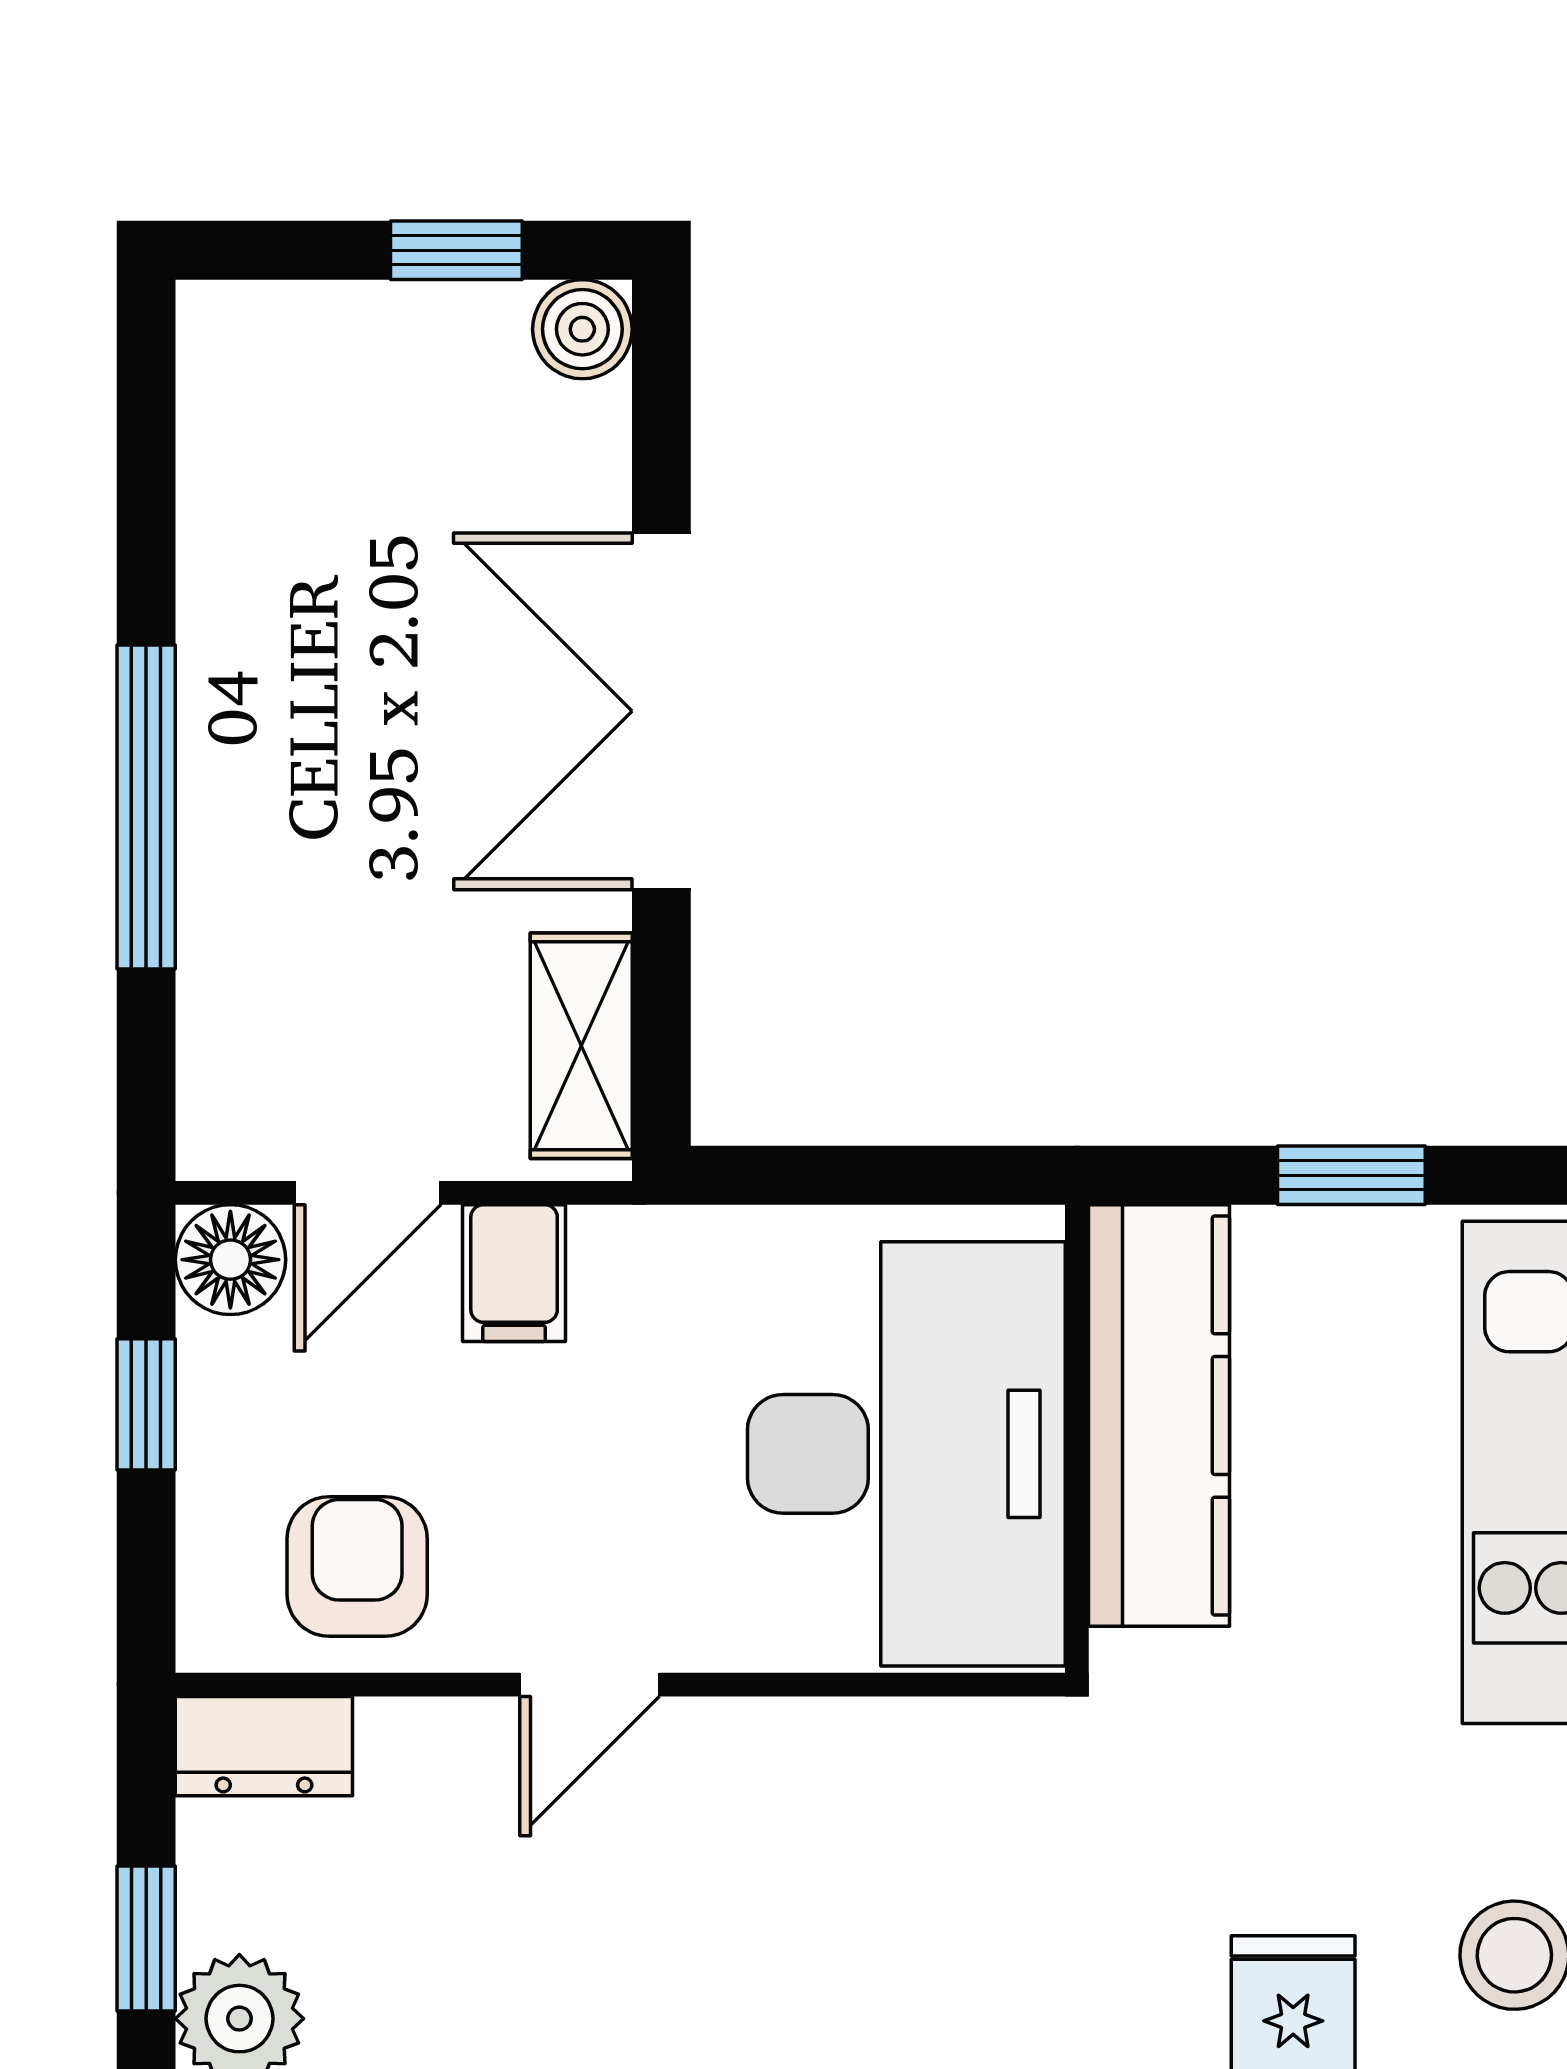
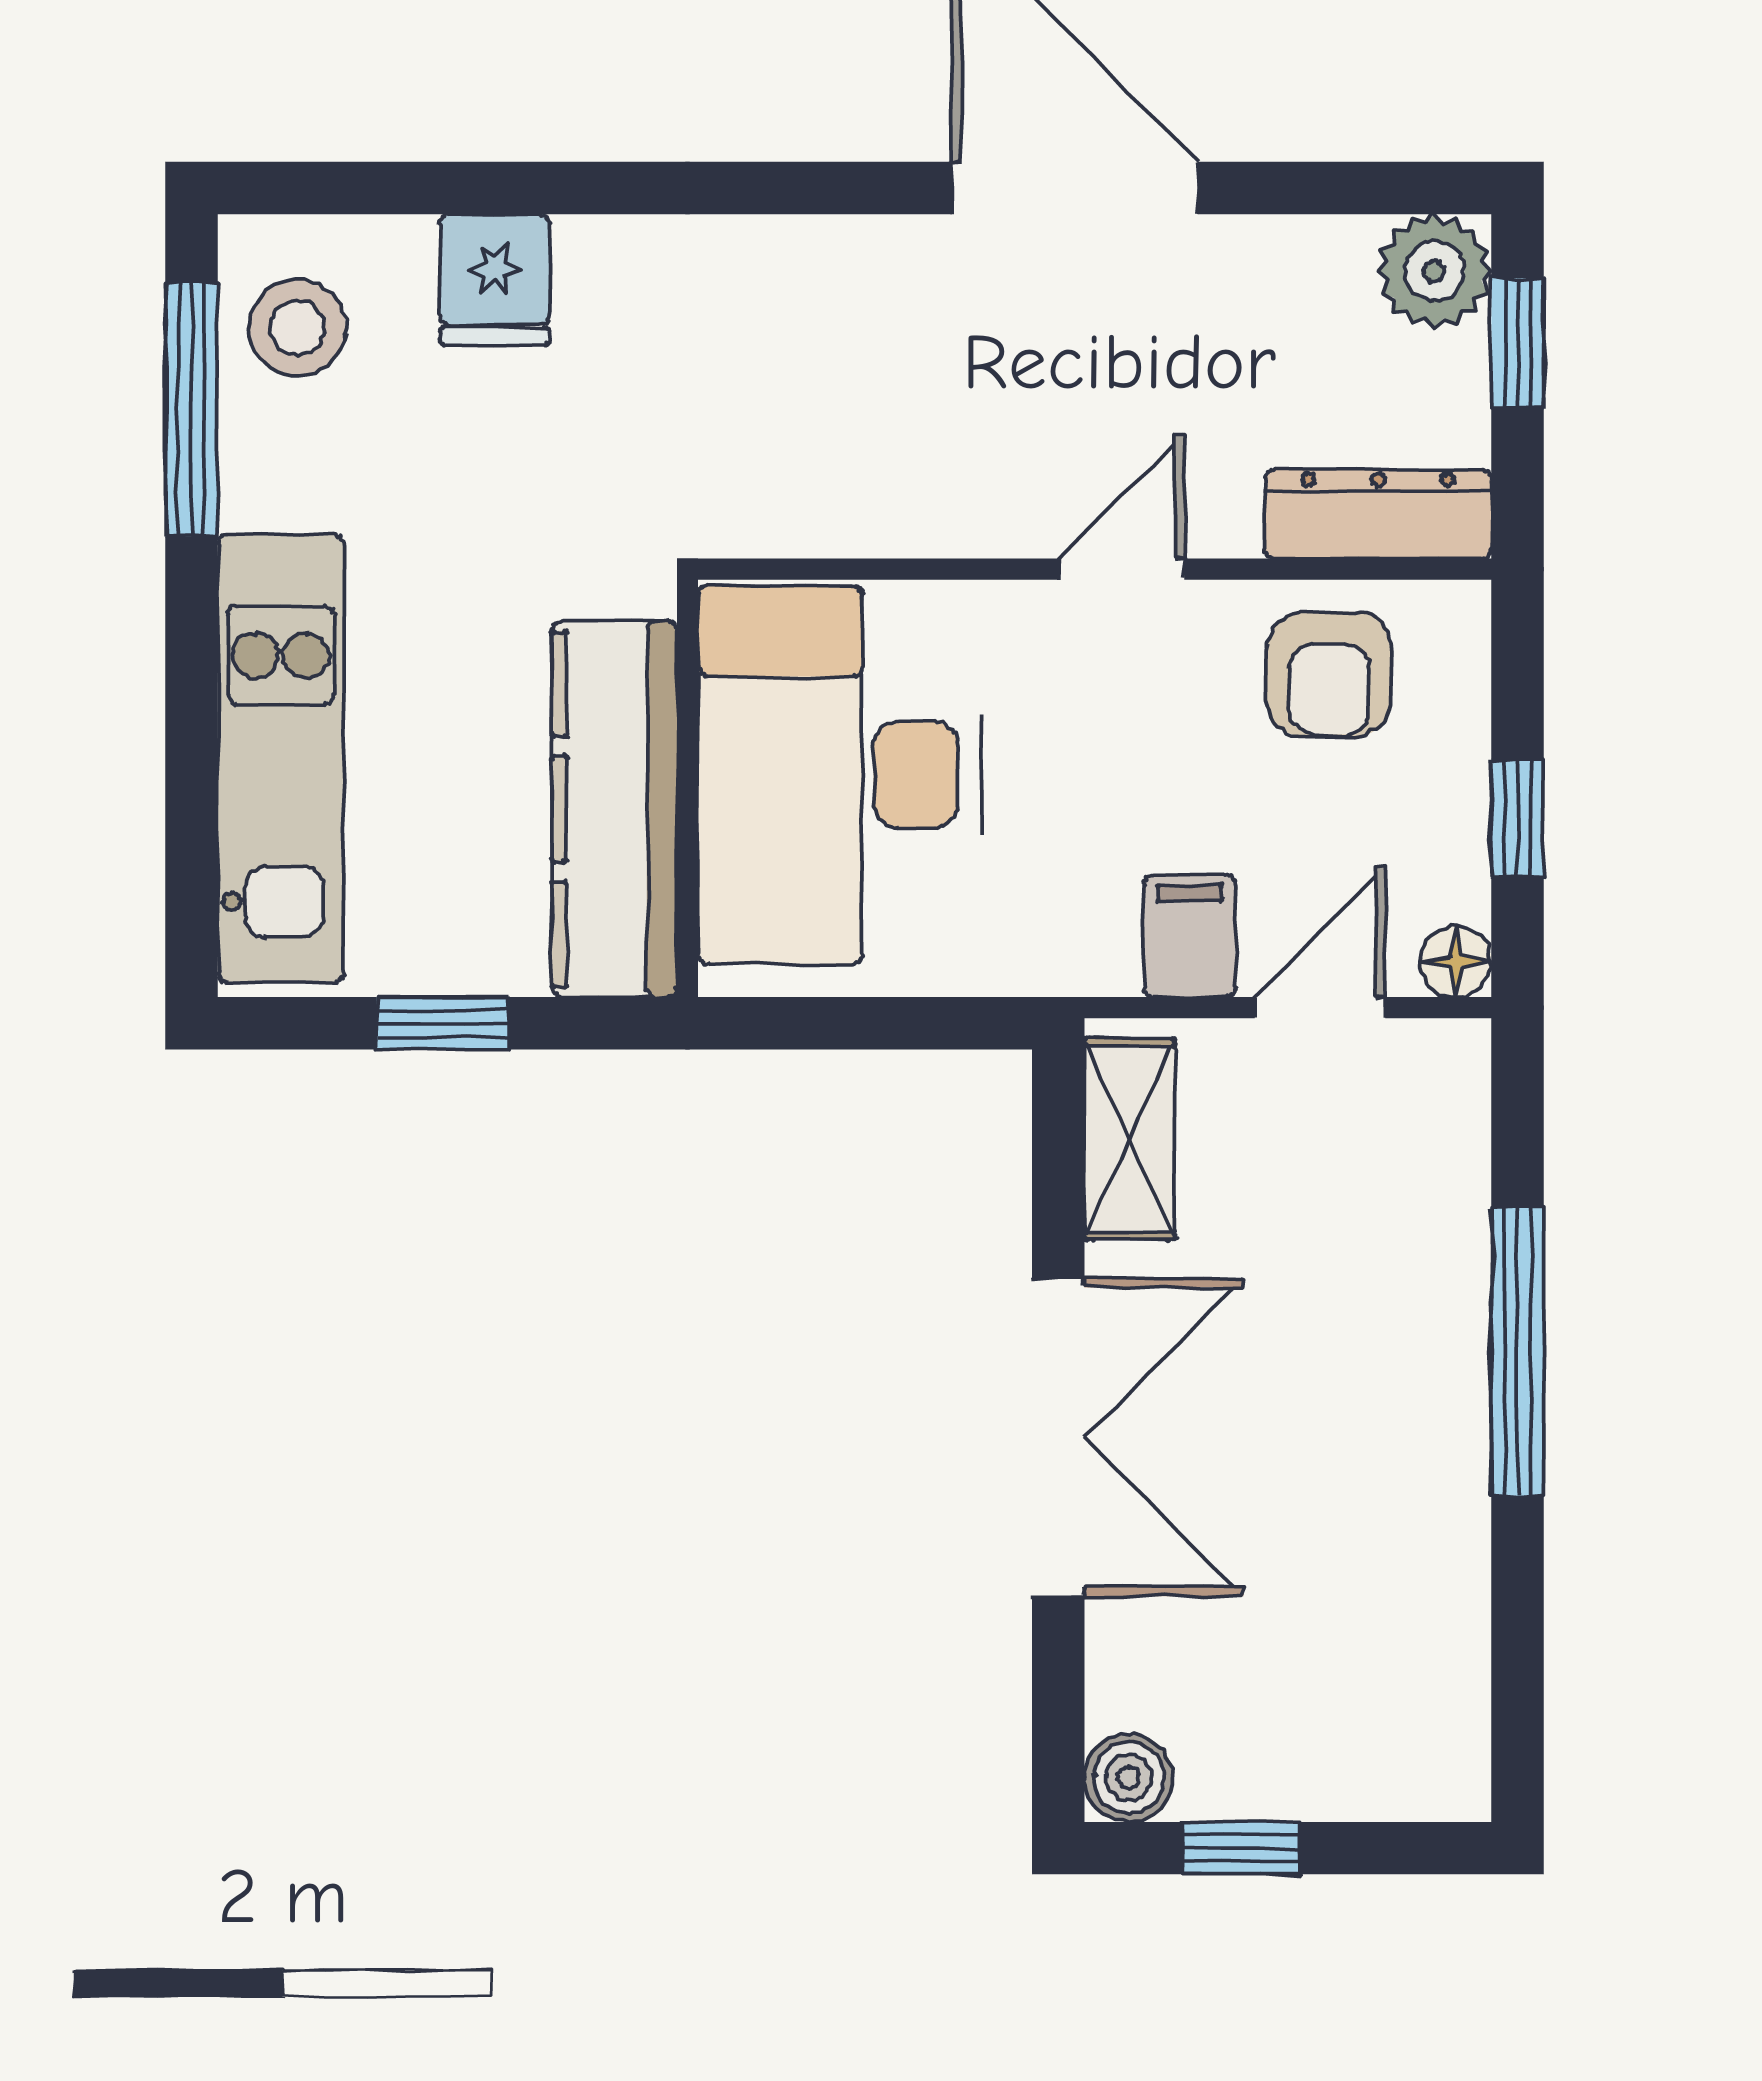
floor lamp: (230, 1260) -> (1456, 961), width x0.73, depth x0.73
dresser: (264, 1746) -> (1378, 514), width x1.44

